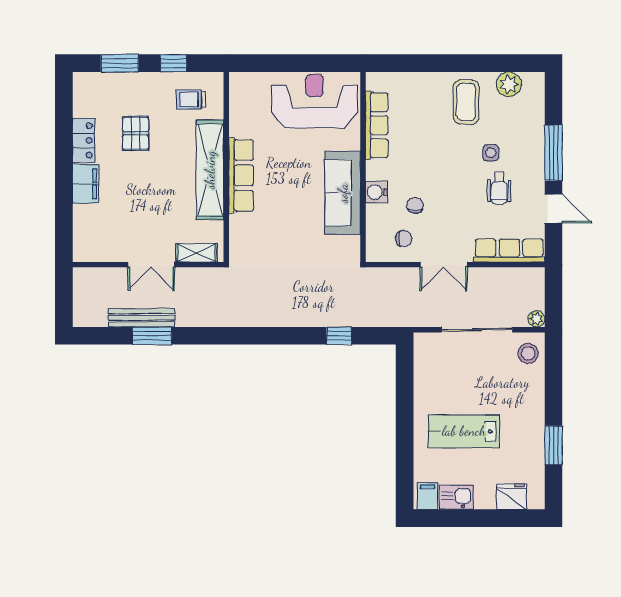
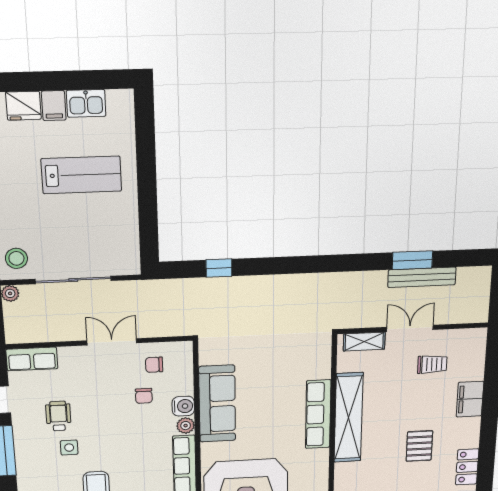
trolley: (191, 100) -> (432, 364), moved
locker: (84, 140) -> (467, 467), moved
plant: (375, 170) -> (186, 426), added
row of seats: (509, 250) -> (32, 359), width x0.68
filing cabinet: (427, 496) -> (54, 106), moved

